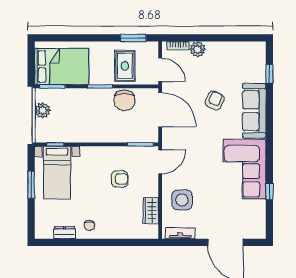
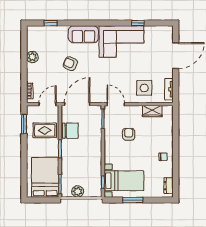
plant: (198, 49) -> (32, 57), moved
sofa: (254, 111) -> (83, 34), width x0.73
dresser: (64, 233) -> (169, 186), moved

